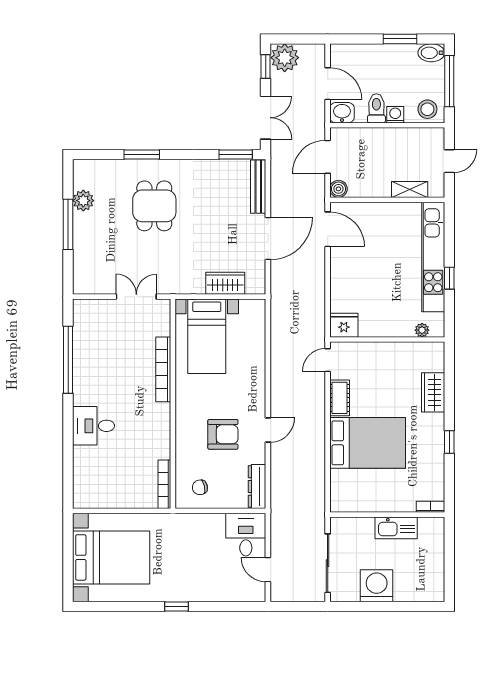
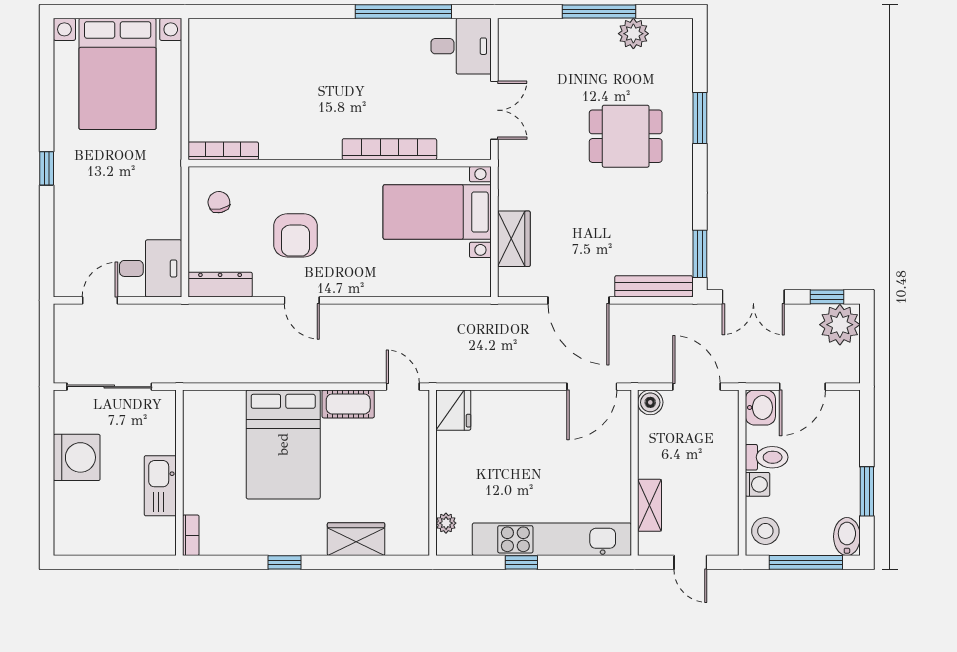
desk: (94, 426) -> (461, 46), moved, turned 90

